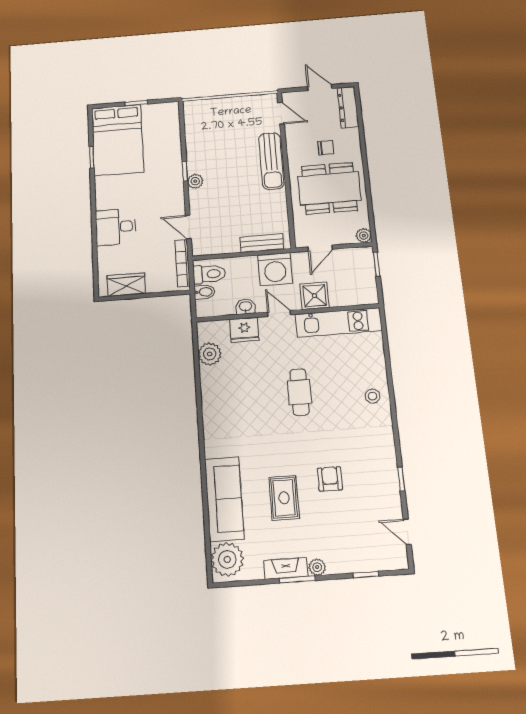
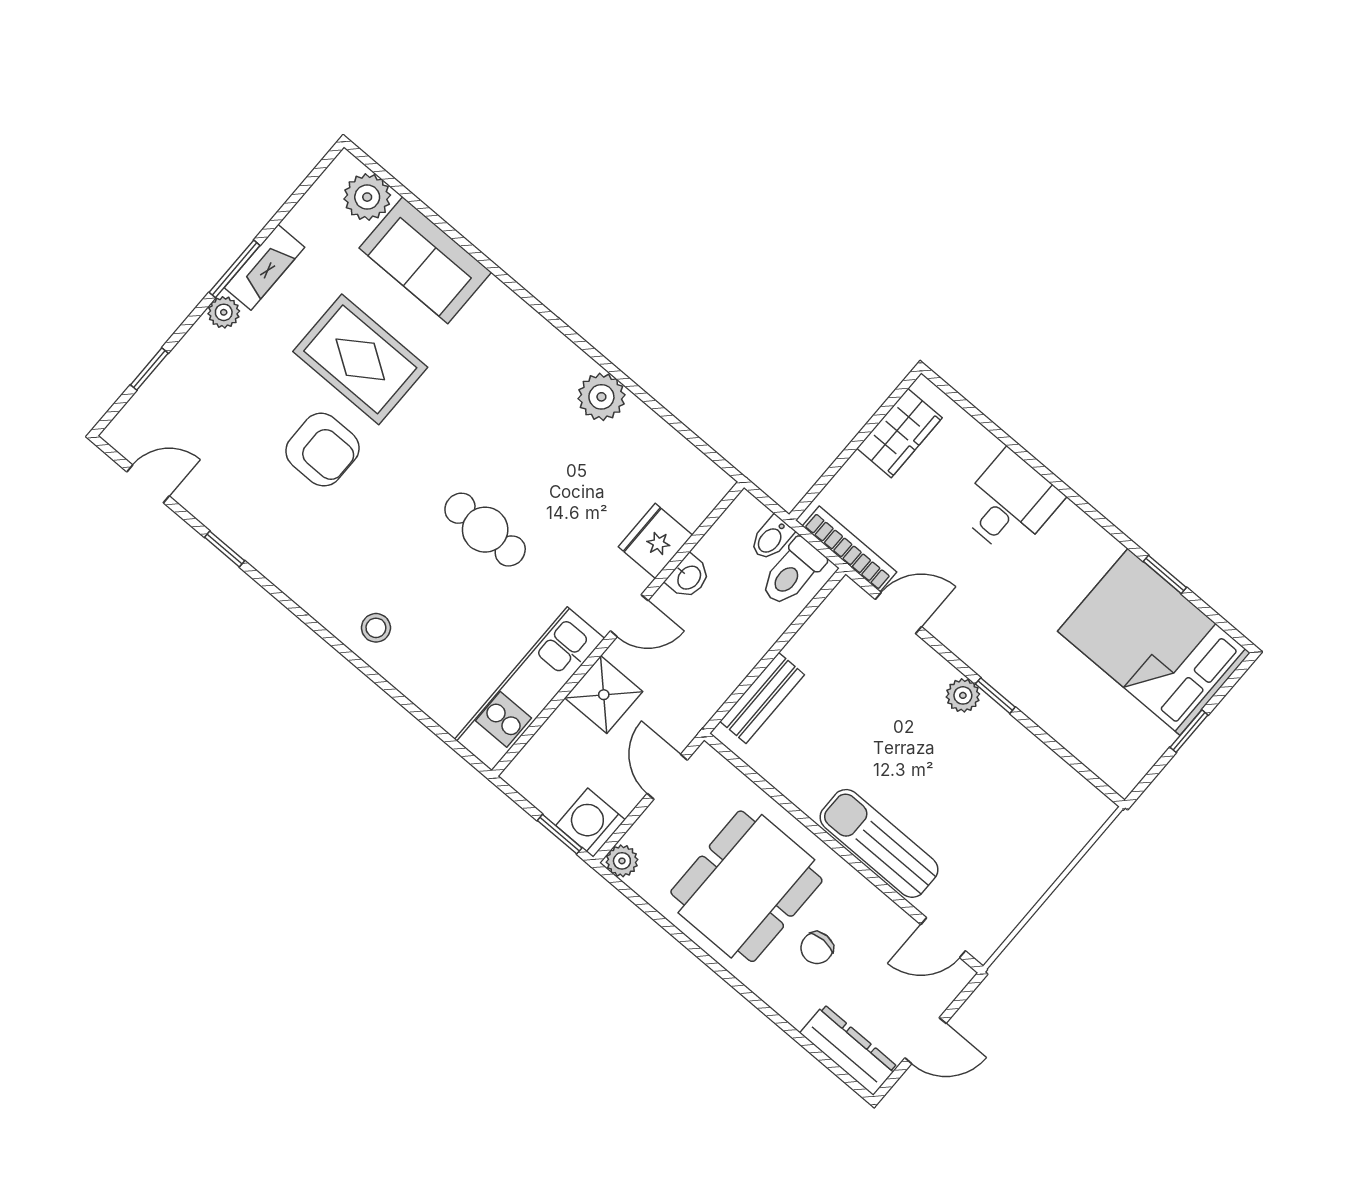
washing machine: (275, 269) -> (590, 823), moved, width x0.73, depth x0.73
plant: (210, 354) -> (601, 397), moved
armchair: (330, 479) -> (322, 450), width x1.38, depth x1.38
rug: (284, 498) -> (360, 359), width x1.36, depth x1.43
sofa: (224, 499) -> (425, 260), width x0.73
plant: (227, 559) -> (367, 197), width x0.73, depth x0.73

